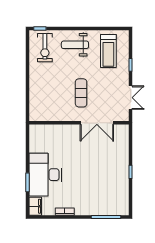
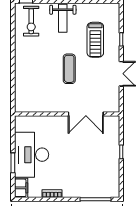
weight bench: (75, 45) -> (63, 18), turned -90
treadmill: (108, 51) -> (95, 40), moved
wall: (79, 123) -> (67, 114), moved
double door: (97, 123) -> (86, 114), moved

